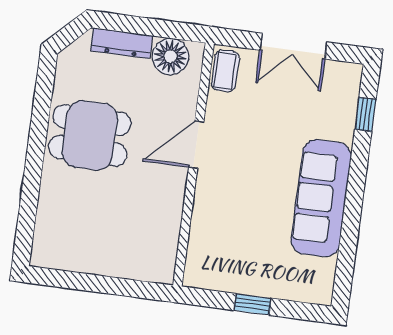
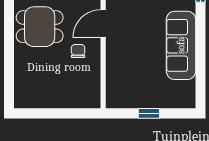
chair: (148, 185) -> (78, 51), added

